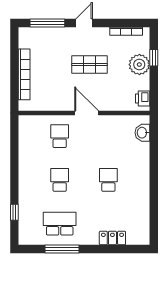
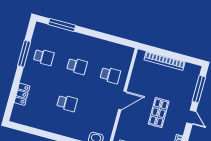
window: (14, 212) -> (62, 25), width x2.17
school desk: (60, 224) -> (44, 57), width x0.54

